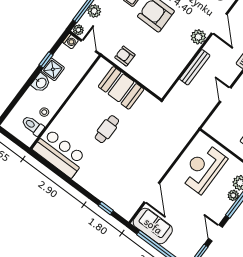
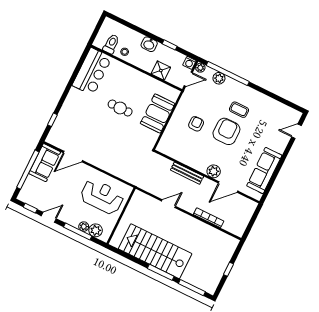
armchair: (125, 56) -> (196, 124), moved
shower: (53, 69) -> (161, 71), moved

